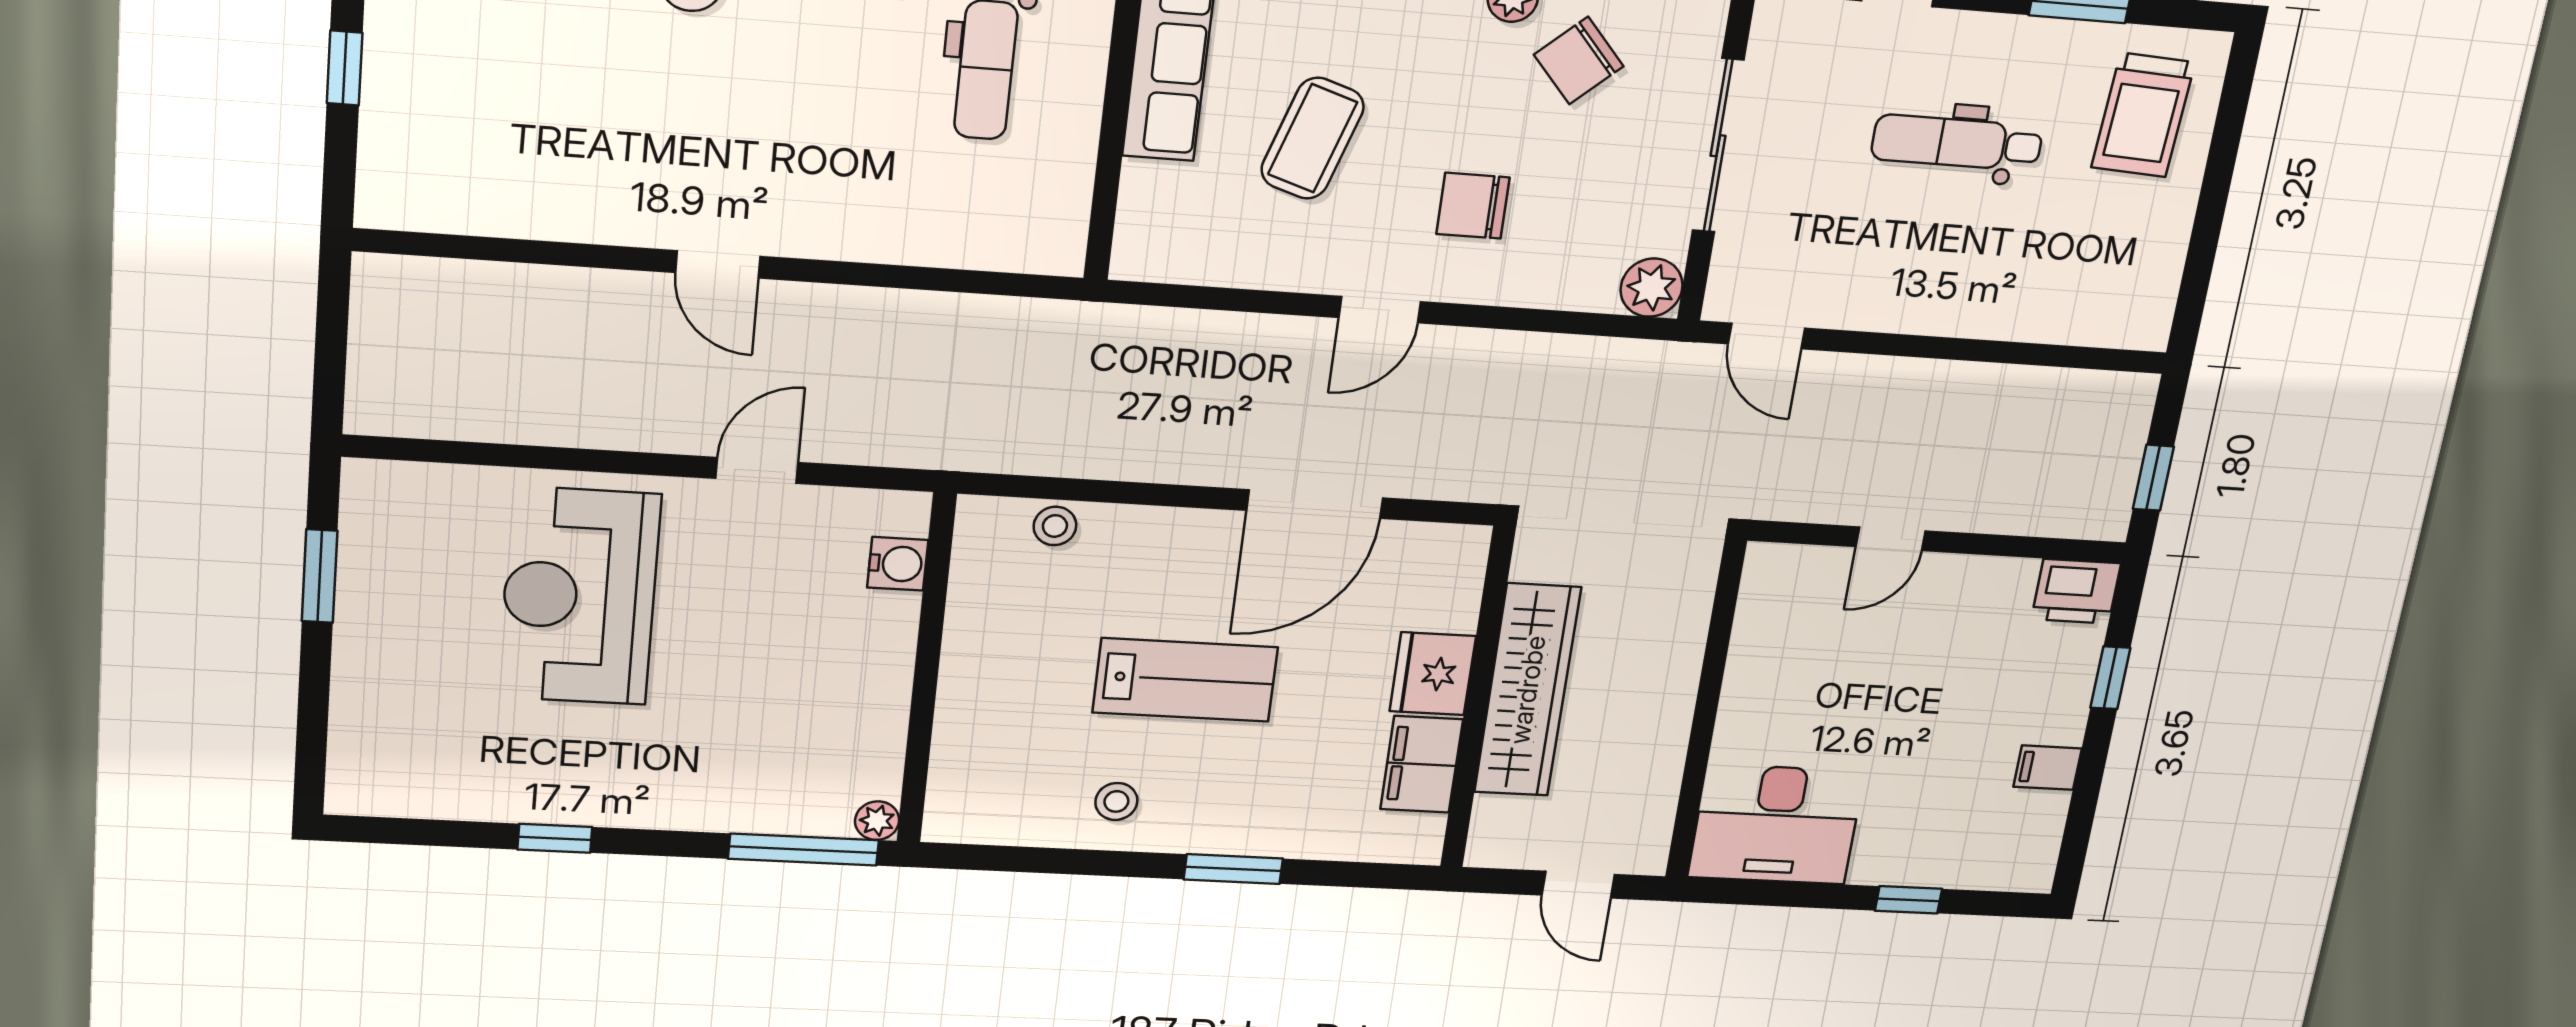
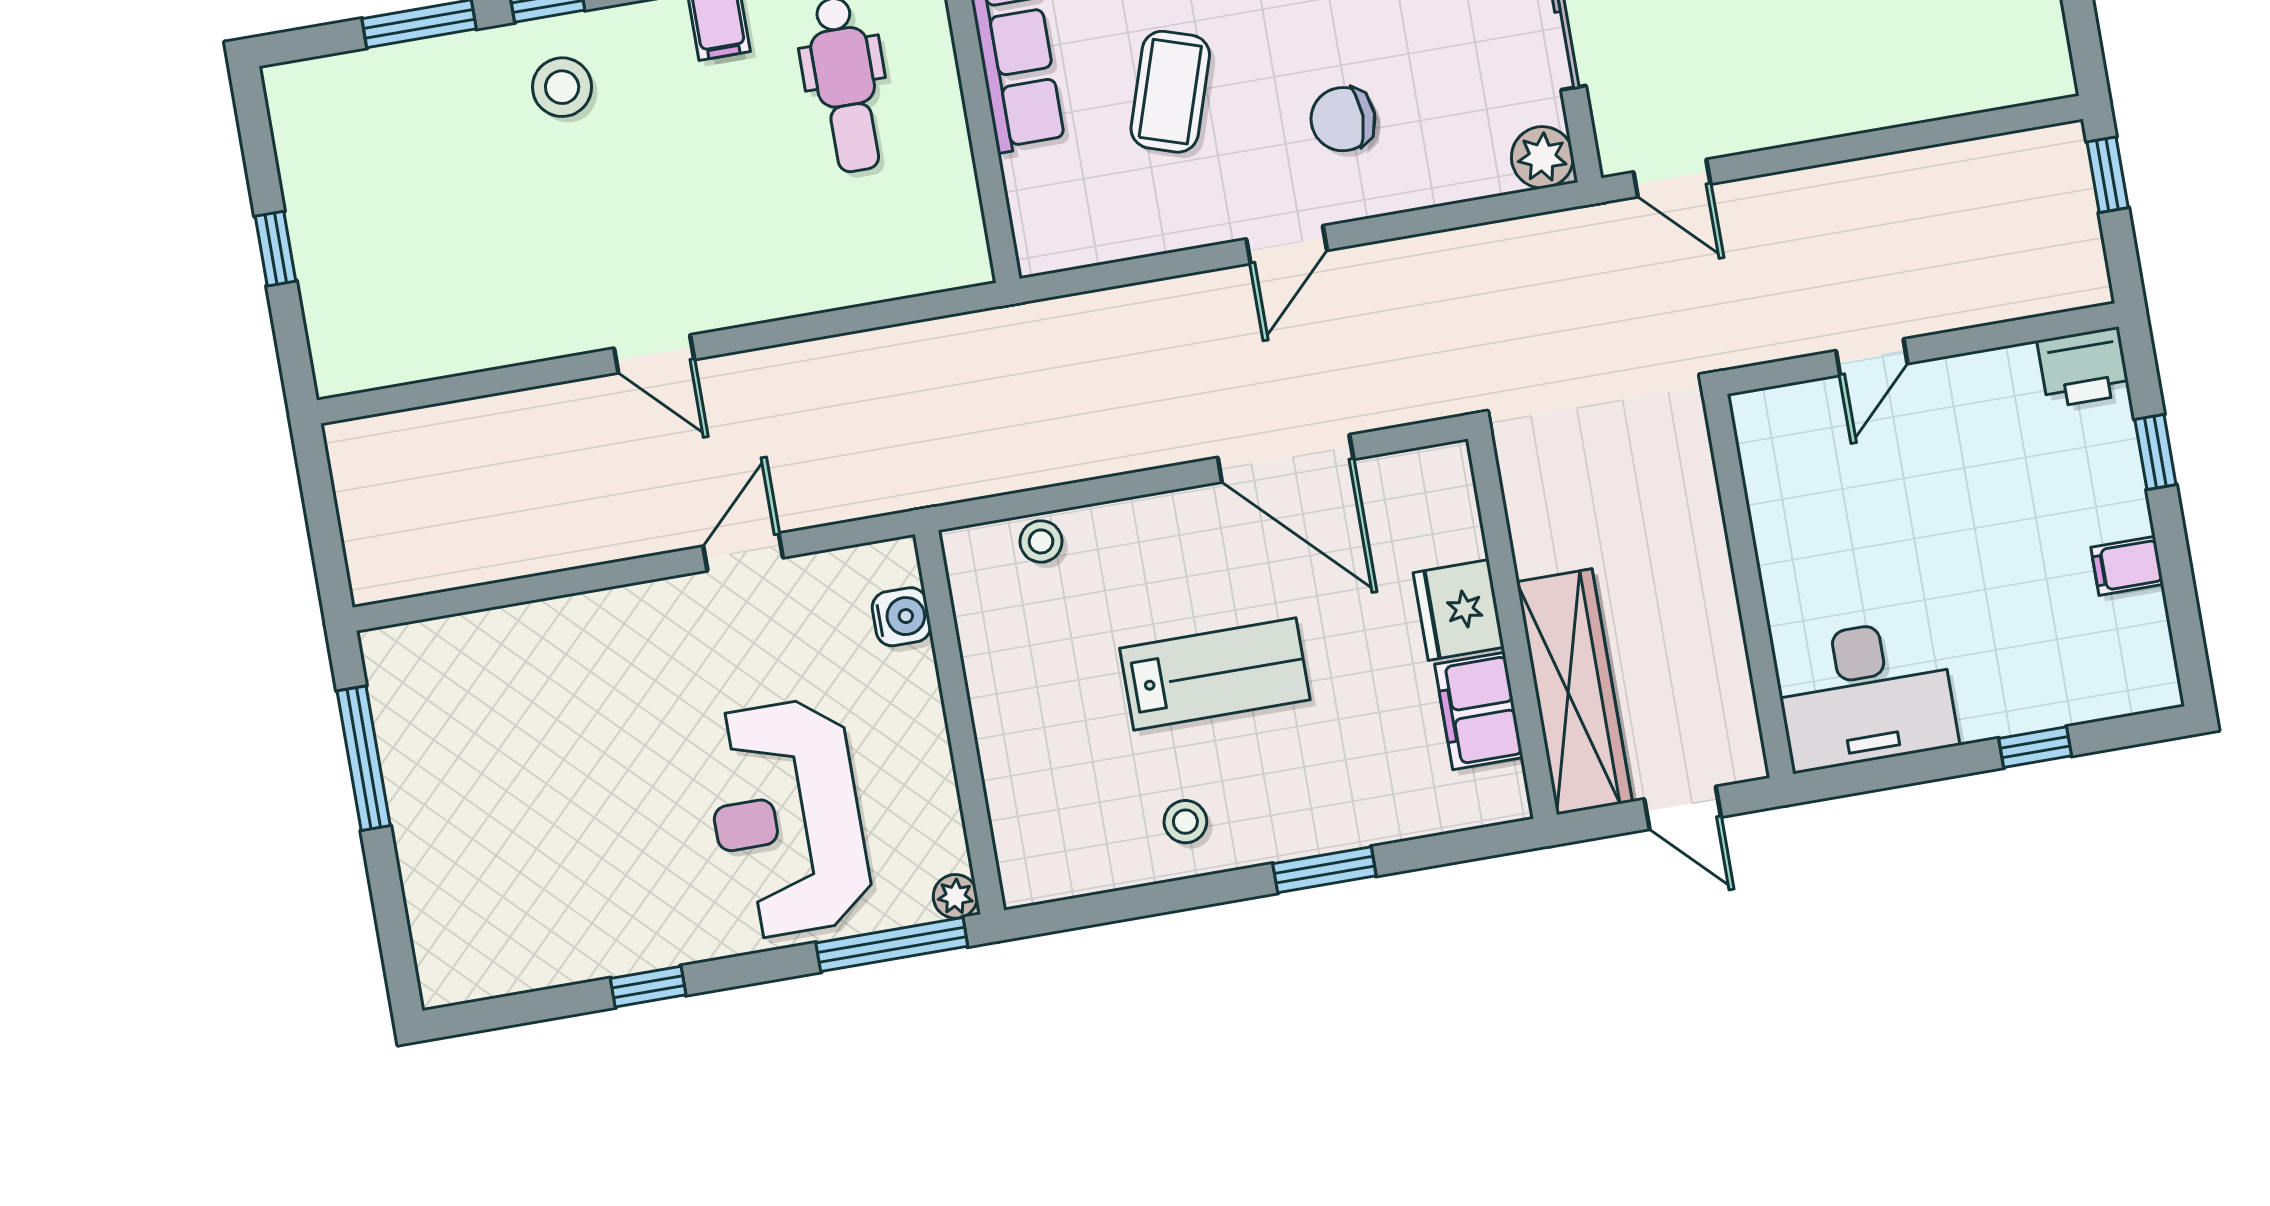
window: (2153, 478) -> (2108, 175), moved
door: (1315, 504) -> (1286, 458), hinge flipped
window: (320, 576) -> (364, 758), width x1.44
reception desk: (579, 596) -> (787, 818), moved
wardrobe: (1527, 690) -> (1574, 692), moved

